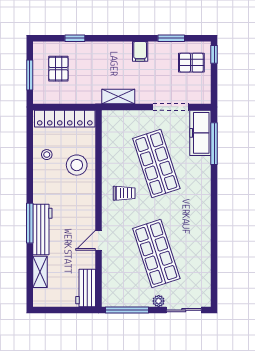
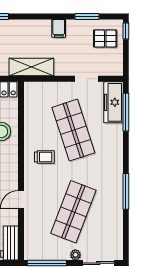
shelving: (118, 96) -> (31, 67), width x1.50, depth x1.33
doorway: (171, 107) -> (87, 79), width x0.73
window: (214, 231) -> (126, 191), added
shop shelf: (156, 254) -> (73, 212), turned 39

